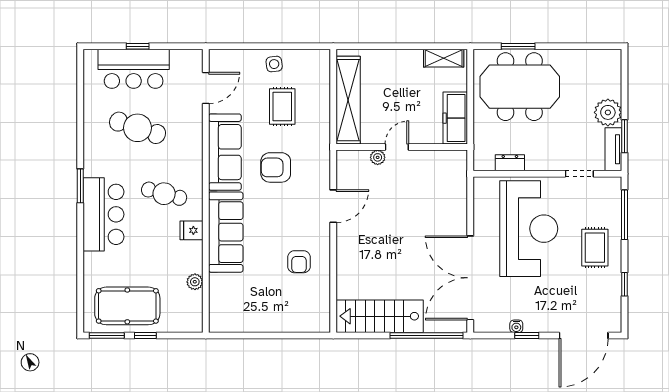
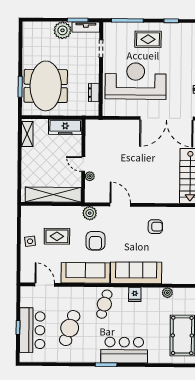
plant: (319, 158) -> (90, 213), added
cafe table: (164, 194) -> (104, 304), moved

